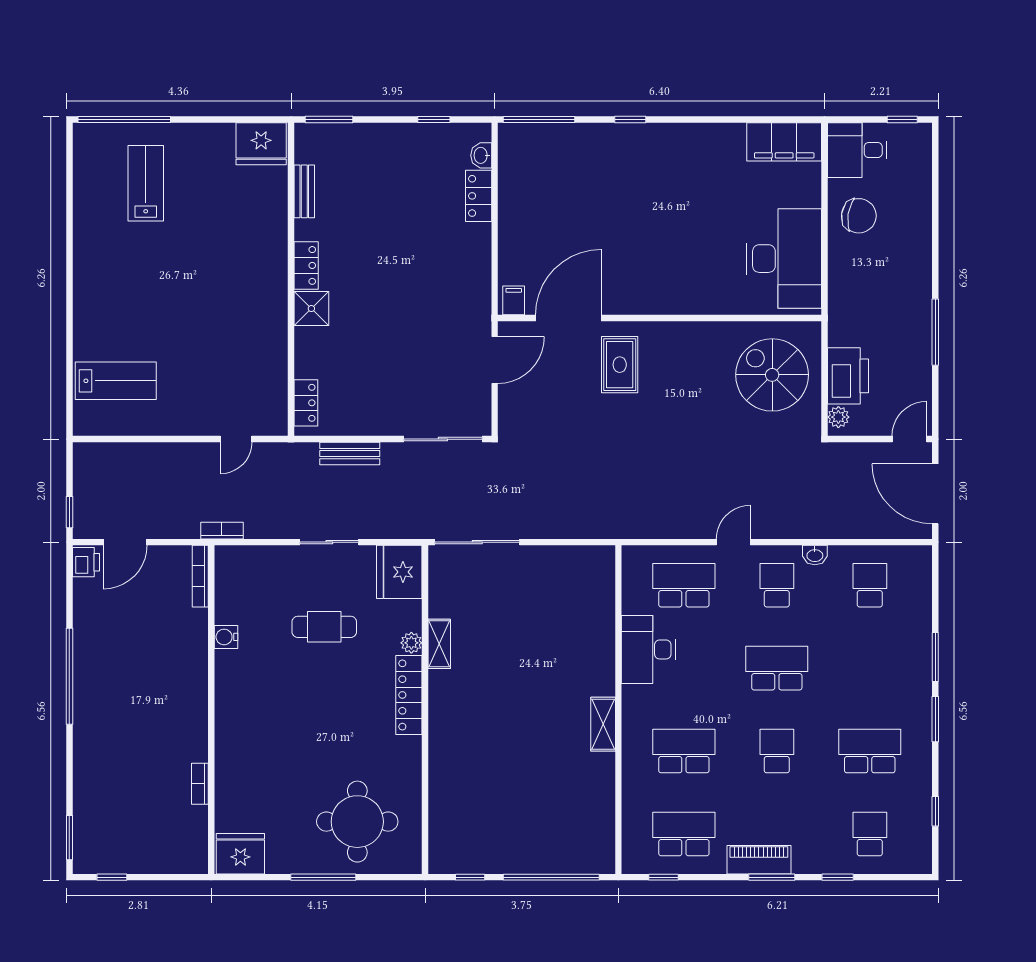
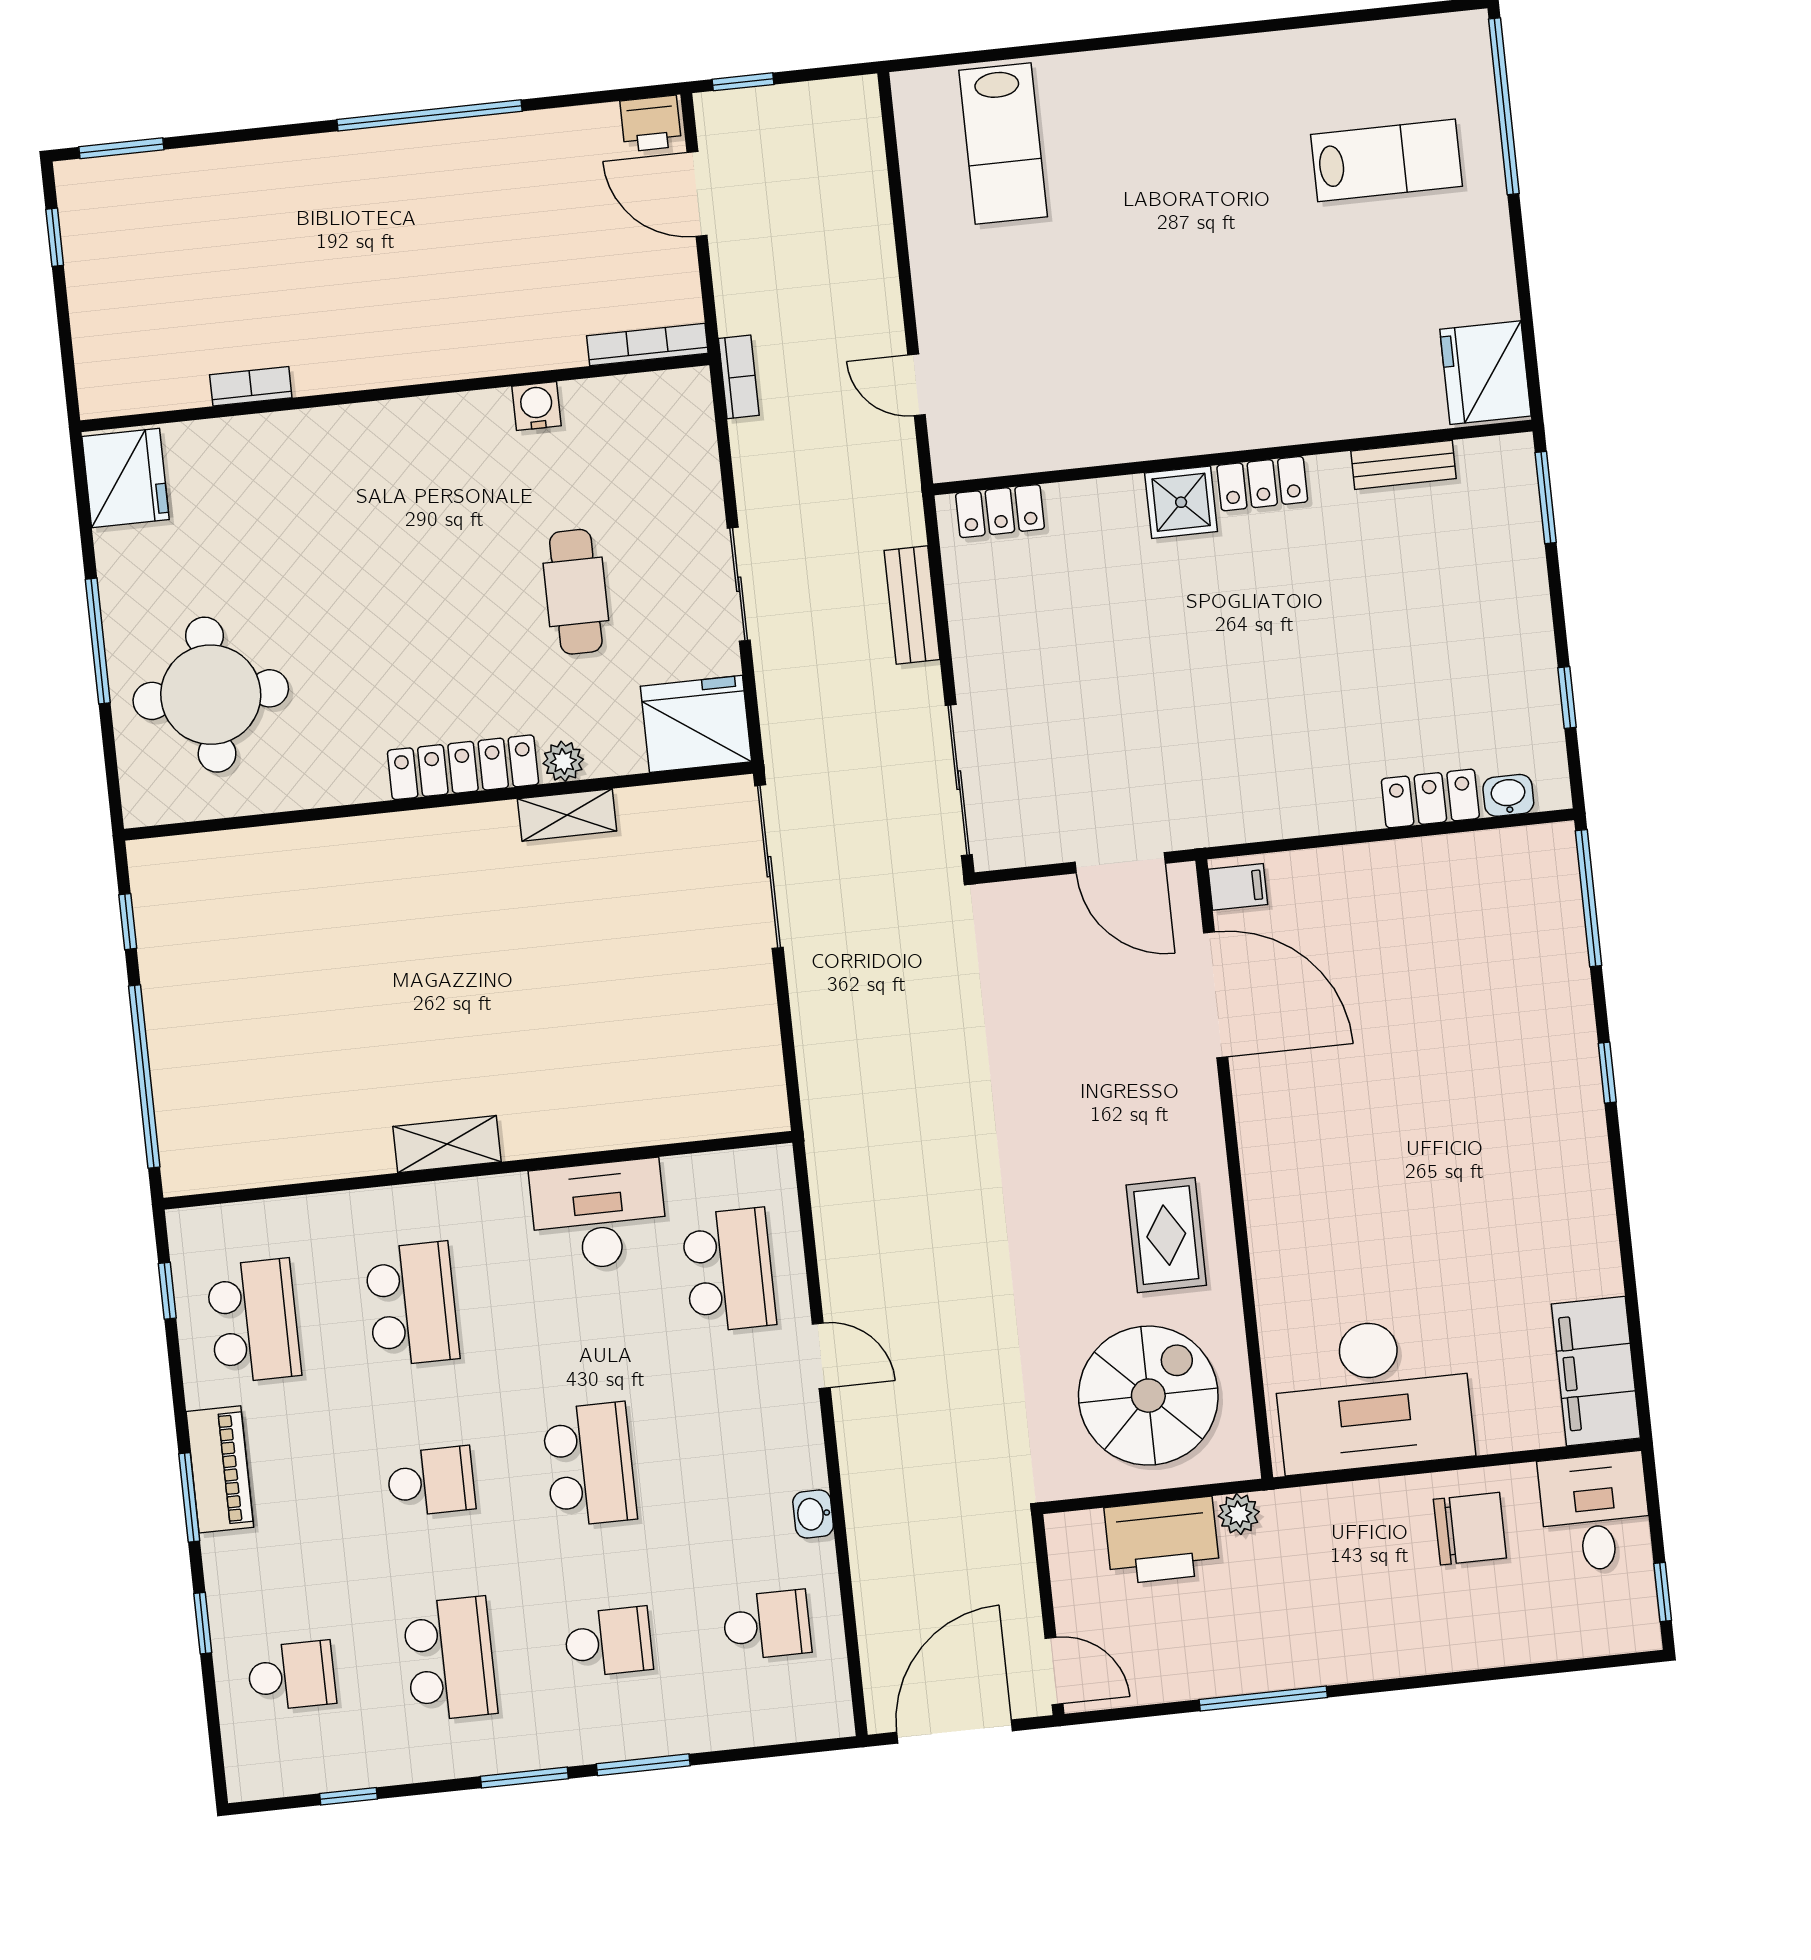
chair: (859, 216) -> (1470, 1529), turned -99
rug: (620, 365) -> (1166, 1235), moved, turned 90
plant: (838, 417) -> (1239, 1514), moved
school desk: (777, 585) -> (608, 1642), moved

